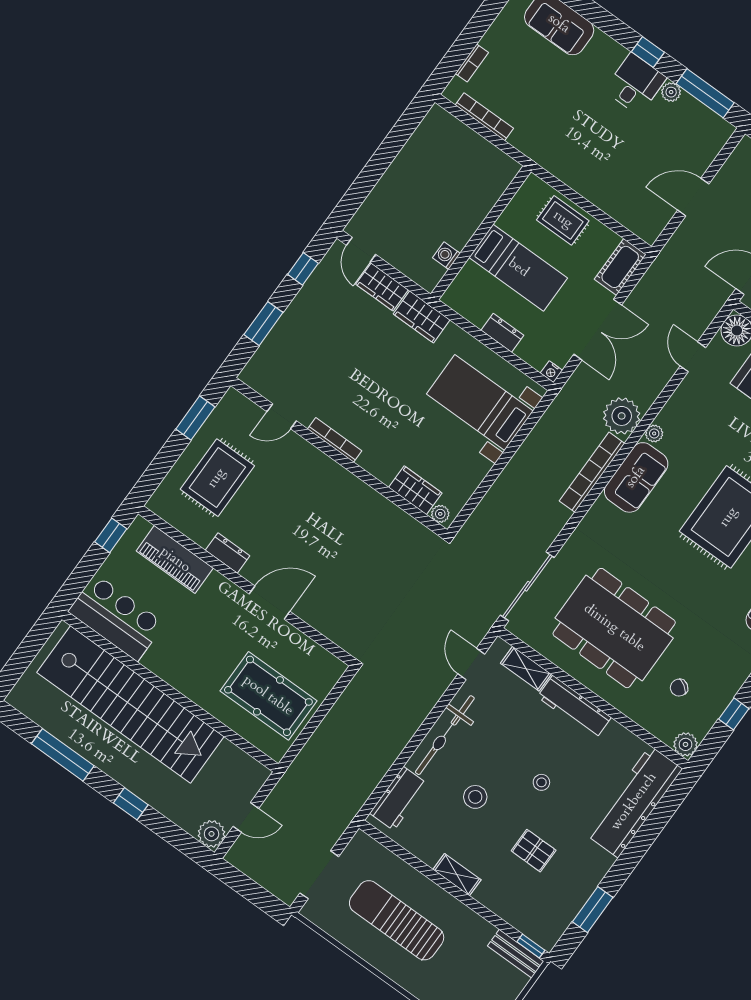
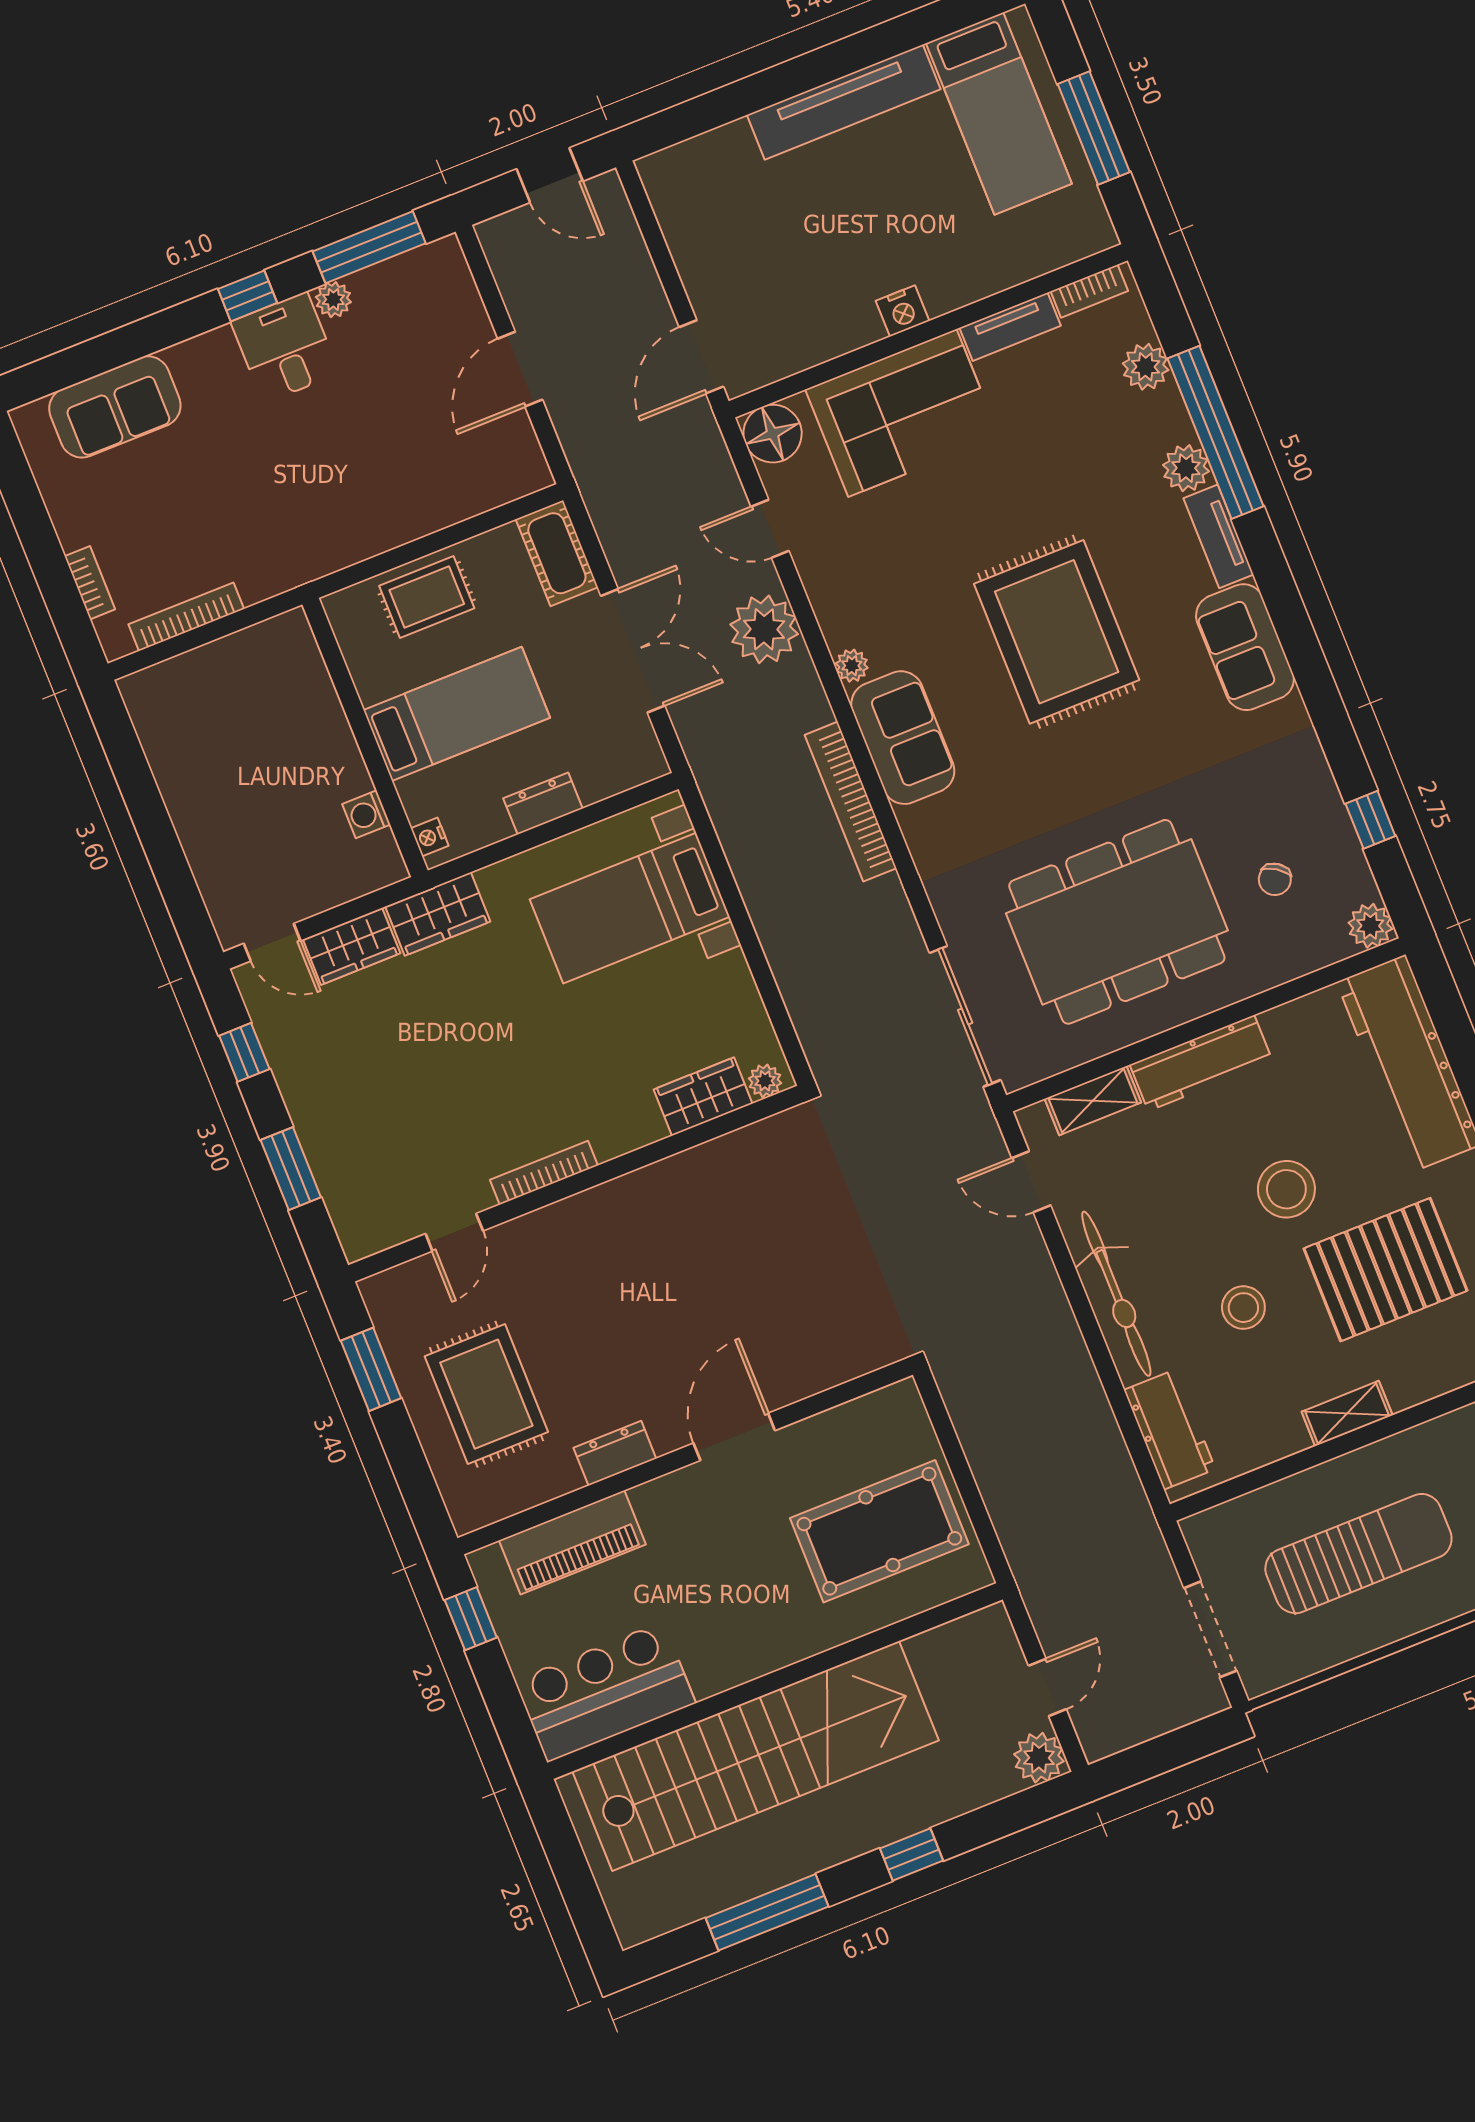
nightstand: (551, 372) -> (430, 837), moved, turned 90
plant: (622, 416) -> (764, 629), moved
stool: (541, 782) -> (1286, 1189), width x1.89, depth x1.89
pallet: (534, 851) -> (1385, 1270), width x2.05, depth x2.00
sun lounger: (397, 920) -> (1358, 1554), turned 180

